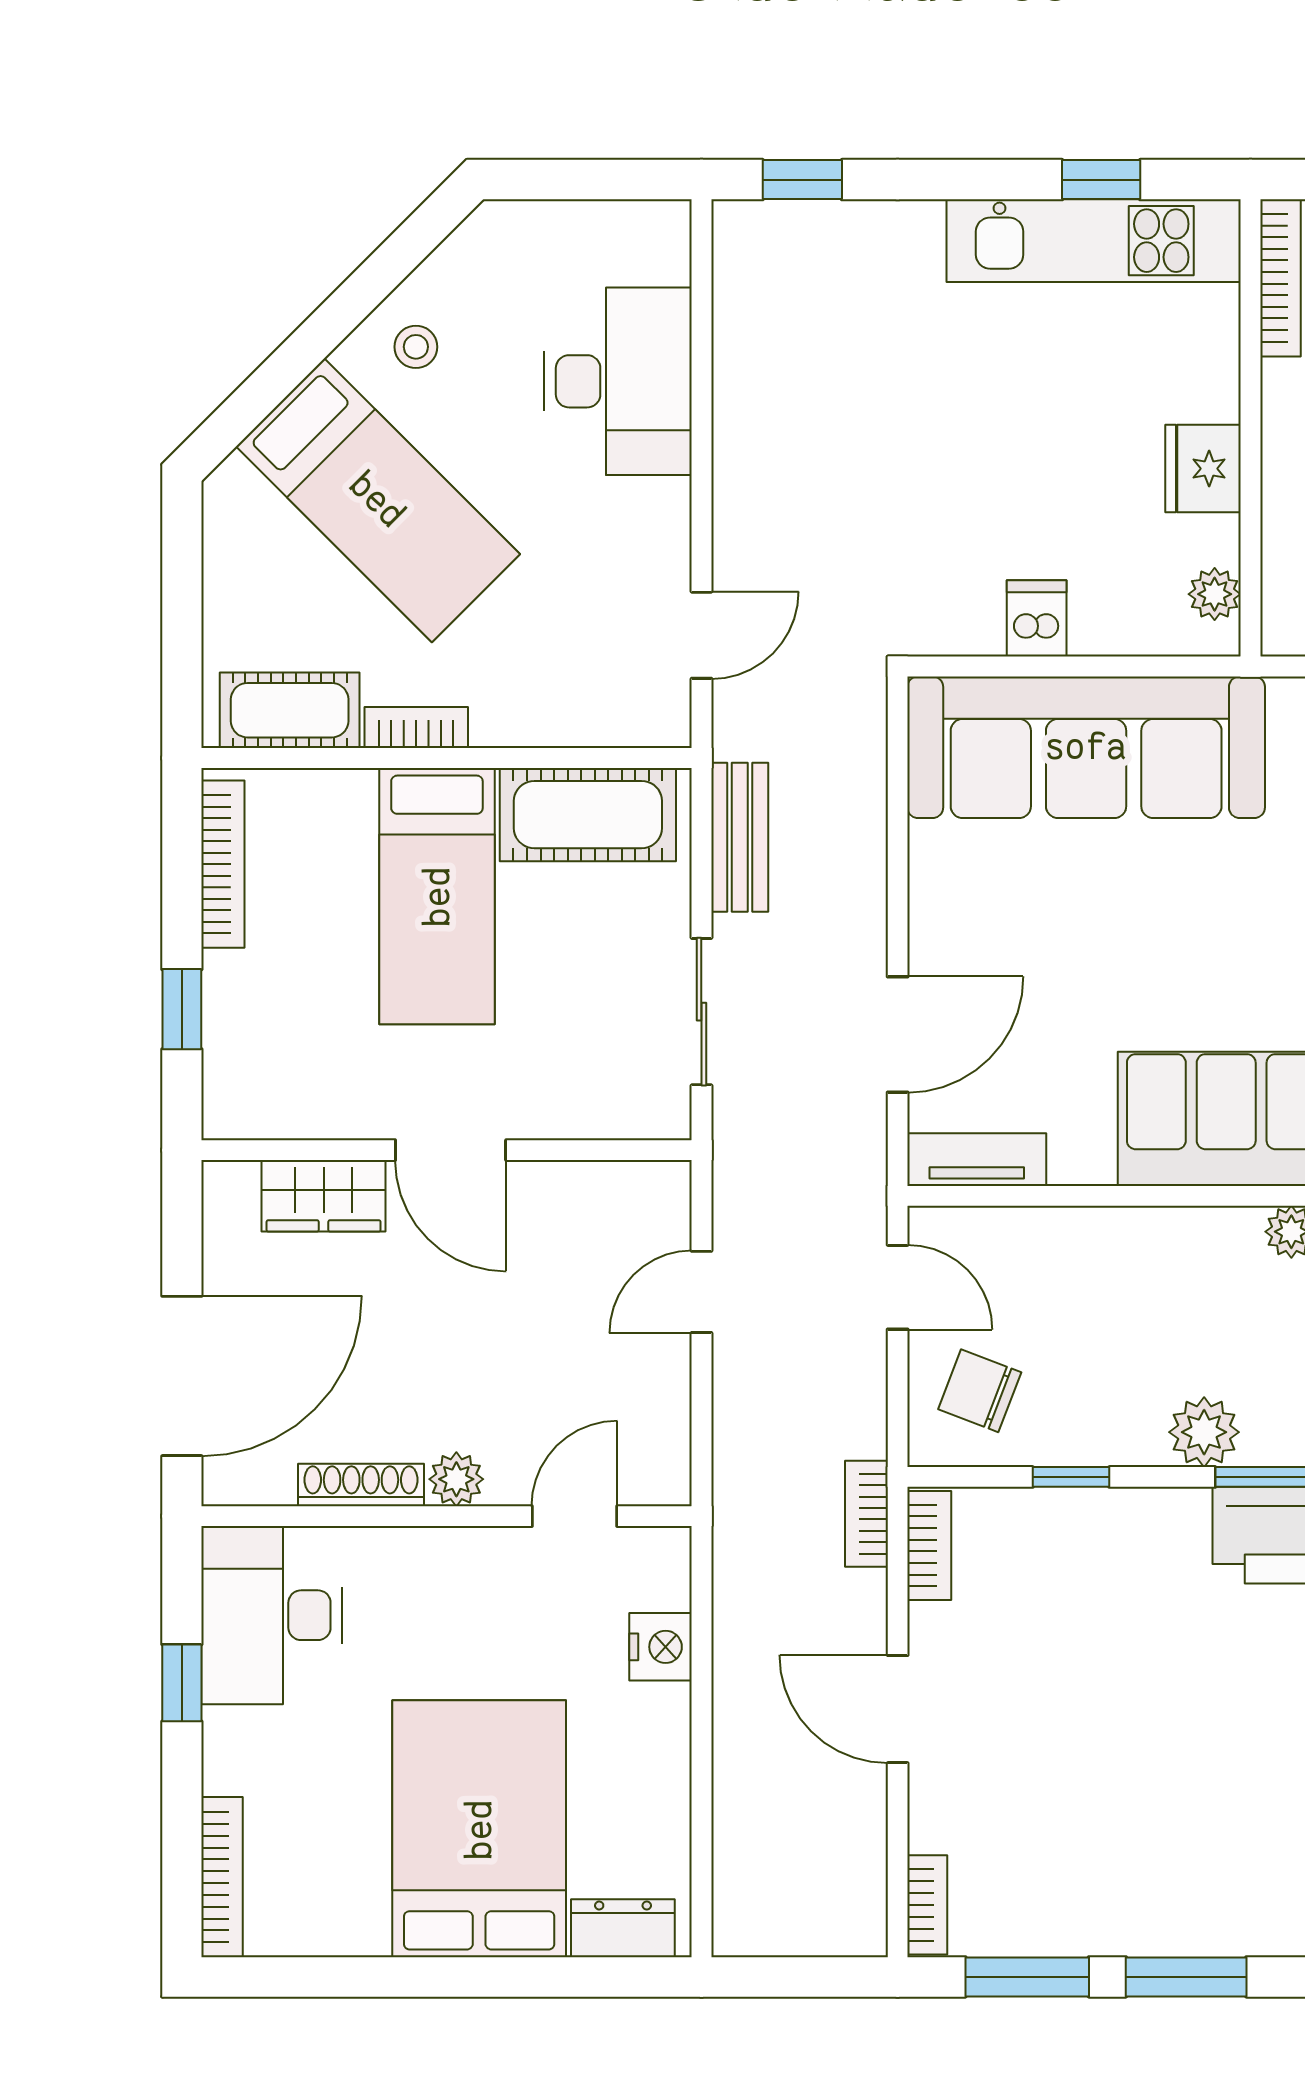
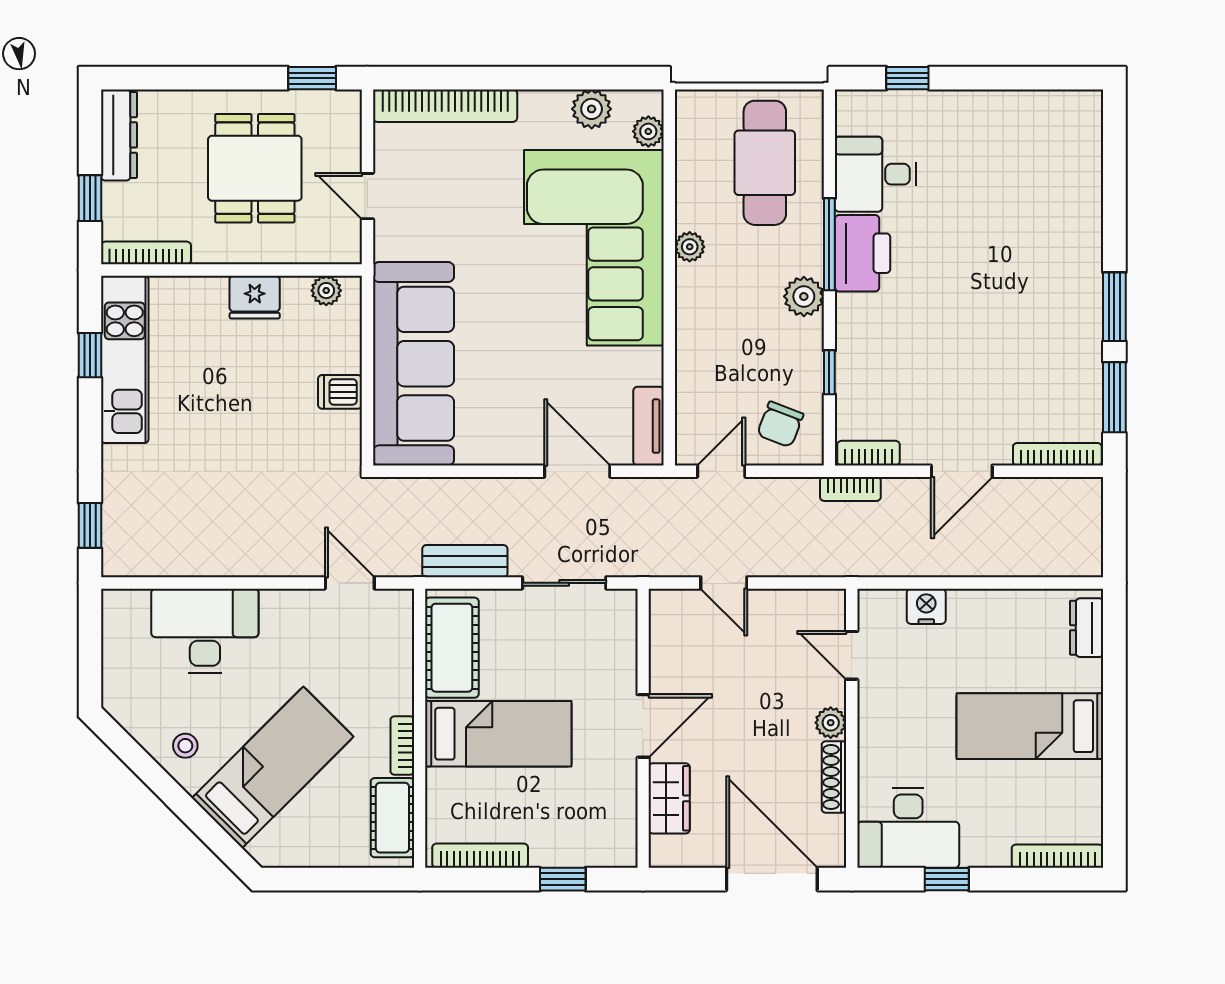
bed: (479, 1829) -> (1030, 726), width x0.67
bookcase: (927, 1905) -> (1057, 454), width x1.56

